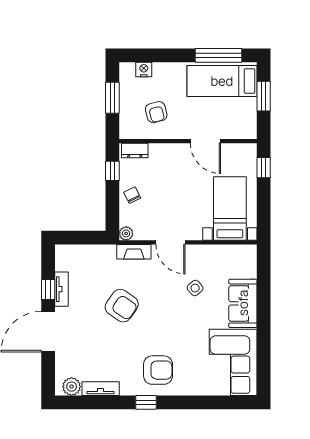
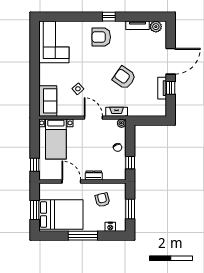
window: (218, 55) -> (83, 236), moved
bed: (222, 81) -> (61, 215), width x1.50
dresser: (135, 151) -> (94, 176), moved
sofa: (243, 303) -> (48, 101), moved

